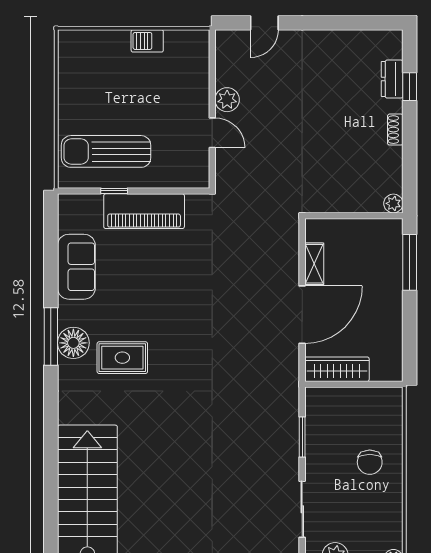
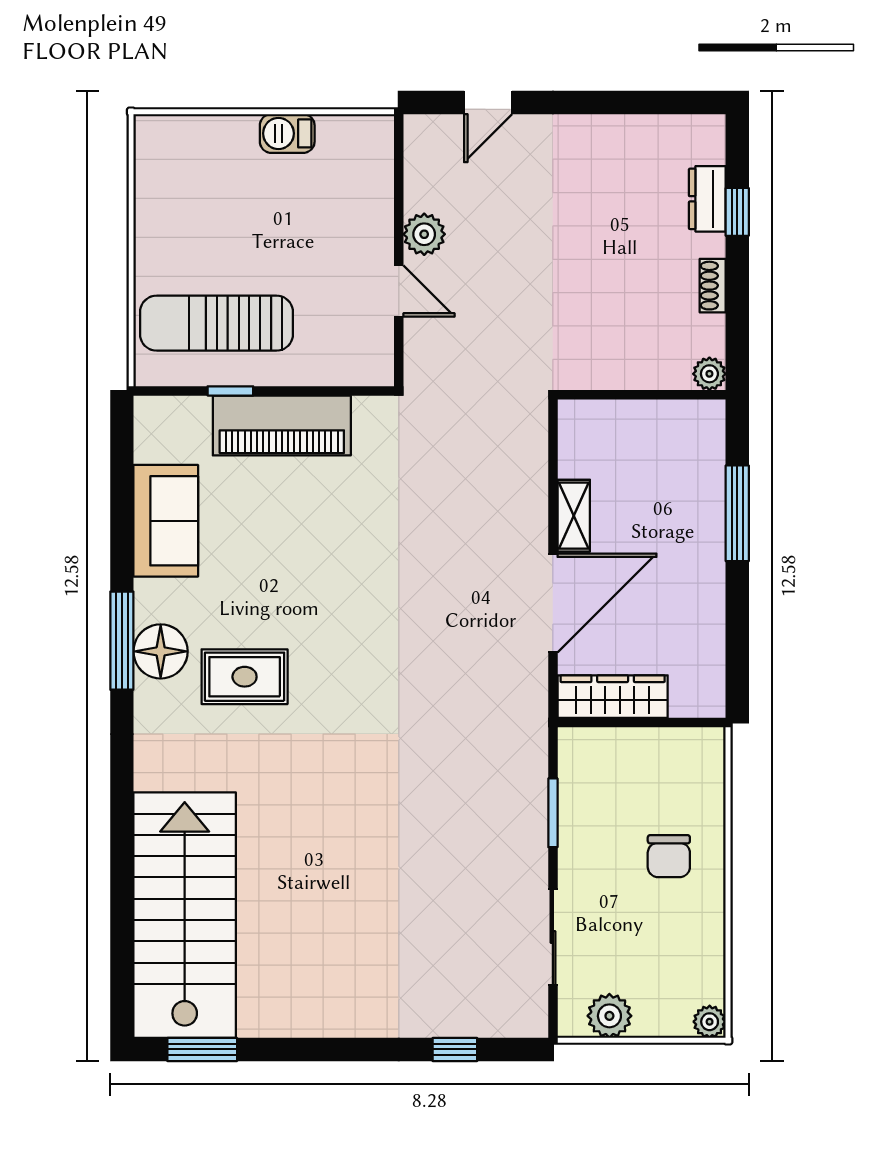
plant: (393, 203) -> (709, 374), moved
wall: (354, 216) -> (642, 395), moved

